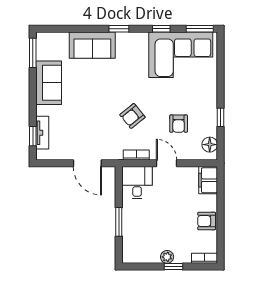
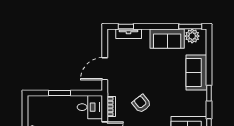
plant: (45, 50) -> (192, 36), added

